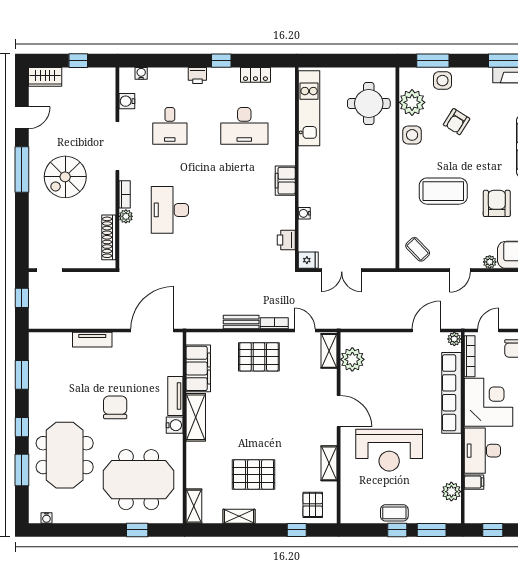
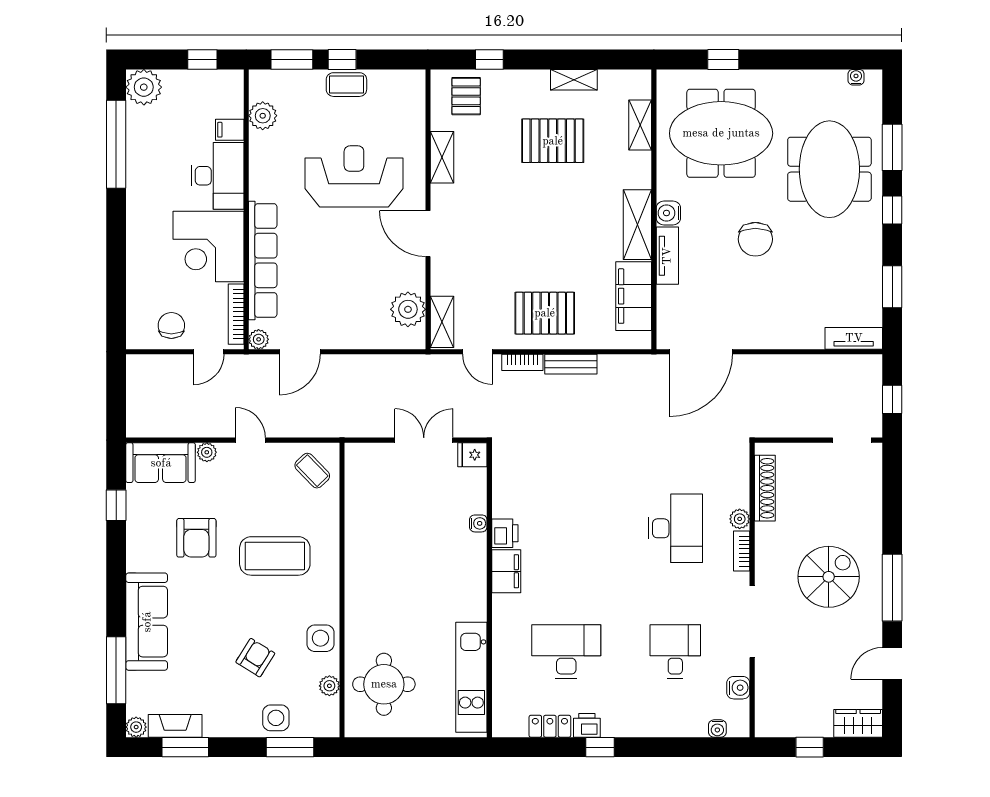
printer: (197, 75) -> (587, 725), moved
plant: (412, 102) -> (329, 686), width x0.53, depth x0.53
printer: (286, 240) -> (505, 533), moved
door: (460, 270) -> (250, 440), hinge flipped
tv unit: (92, 340) -> (854, 338), moved
shelving: (194, 506) -> (640, 125), moved

